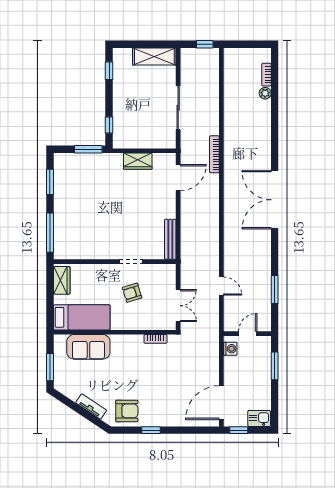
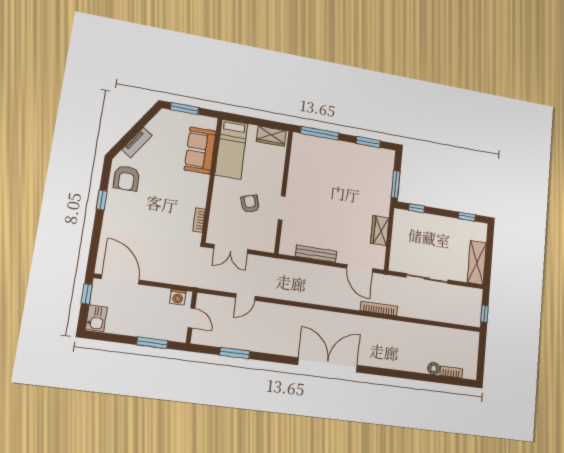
bench: (170, 239) -> (316, 254), moved

